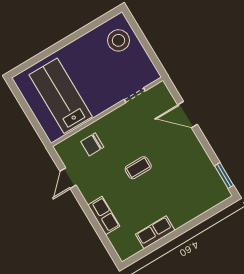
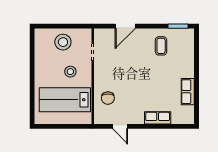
stool: (119, 40) -> (63, 42), moved
stool: (97, 83) -> (70, 72), added
coffee table: (138, 168) -> (161, 46), moved

